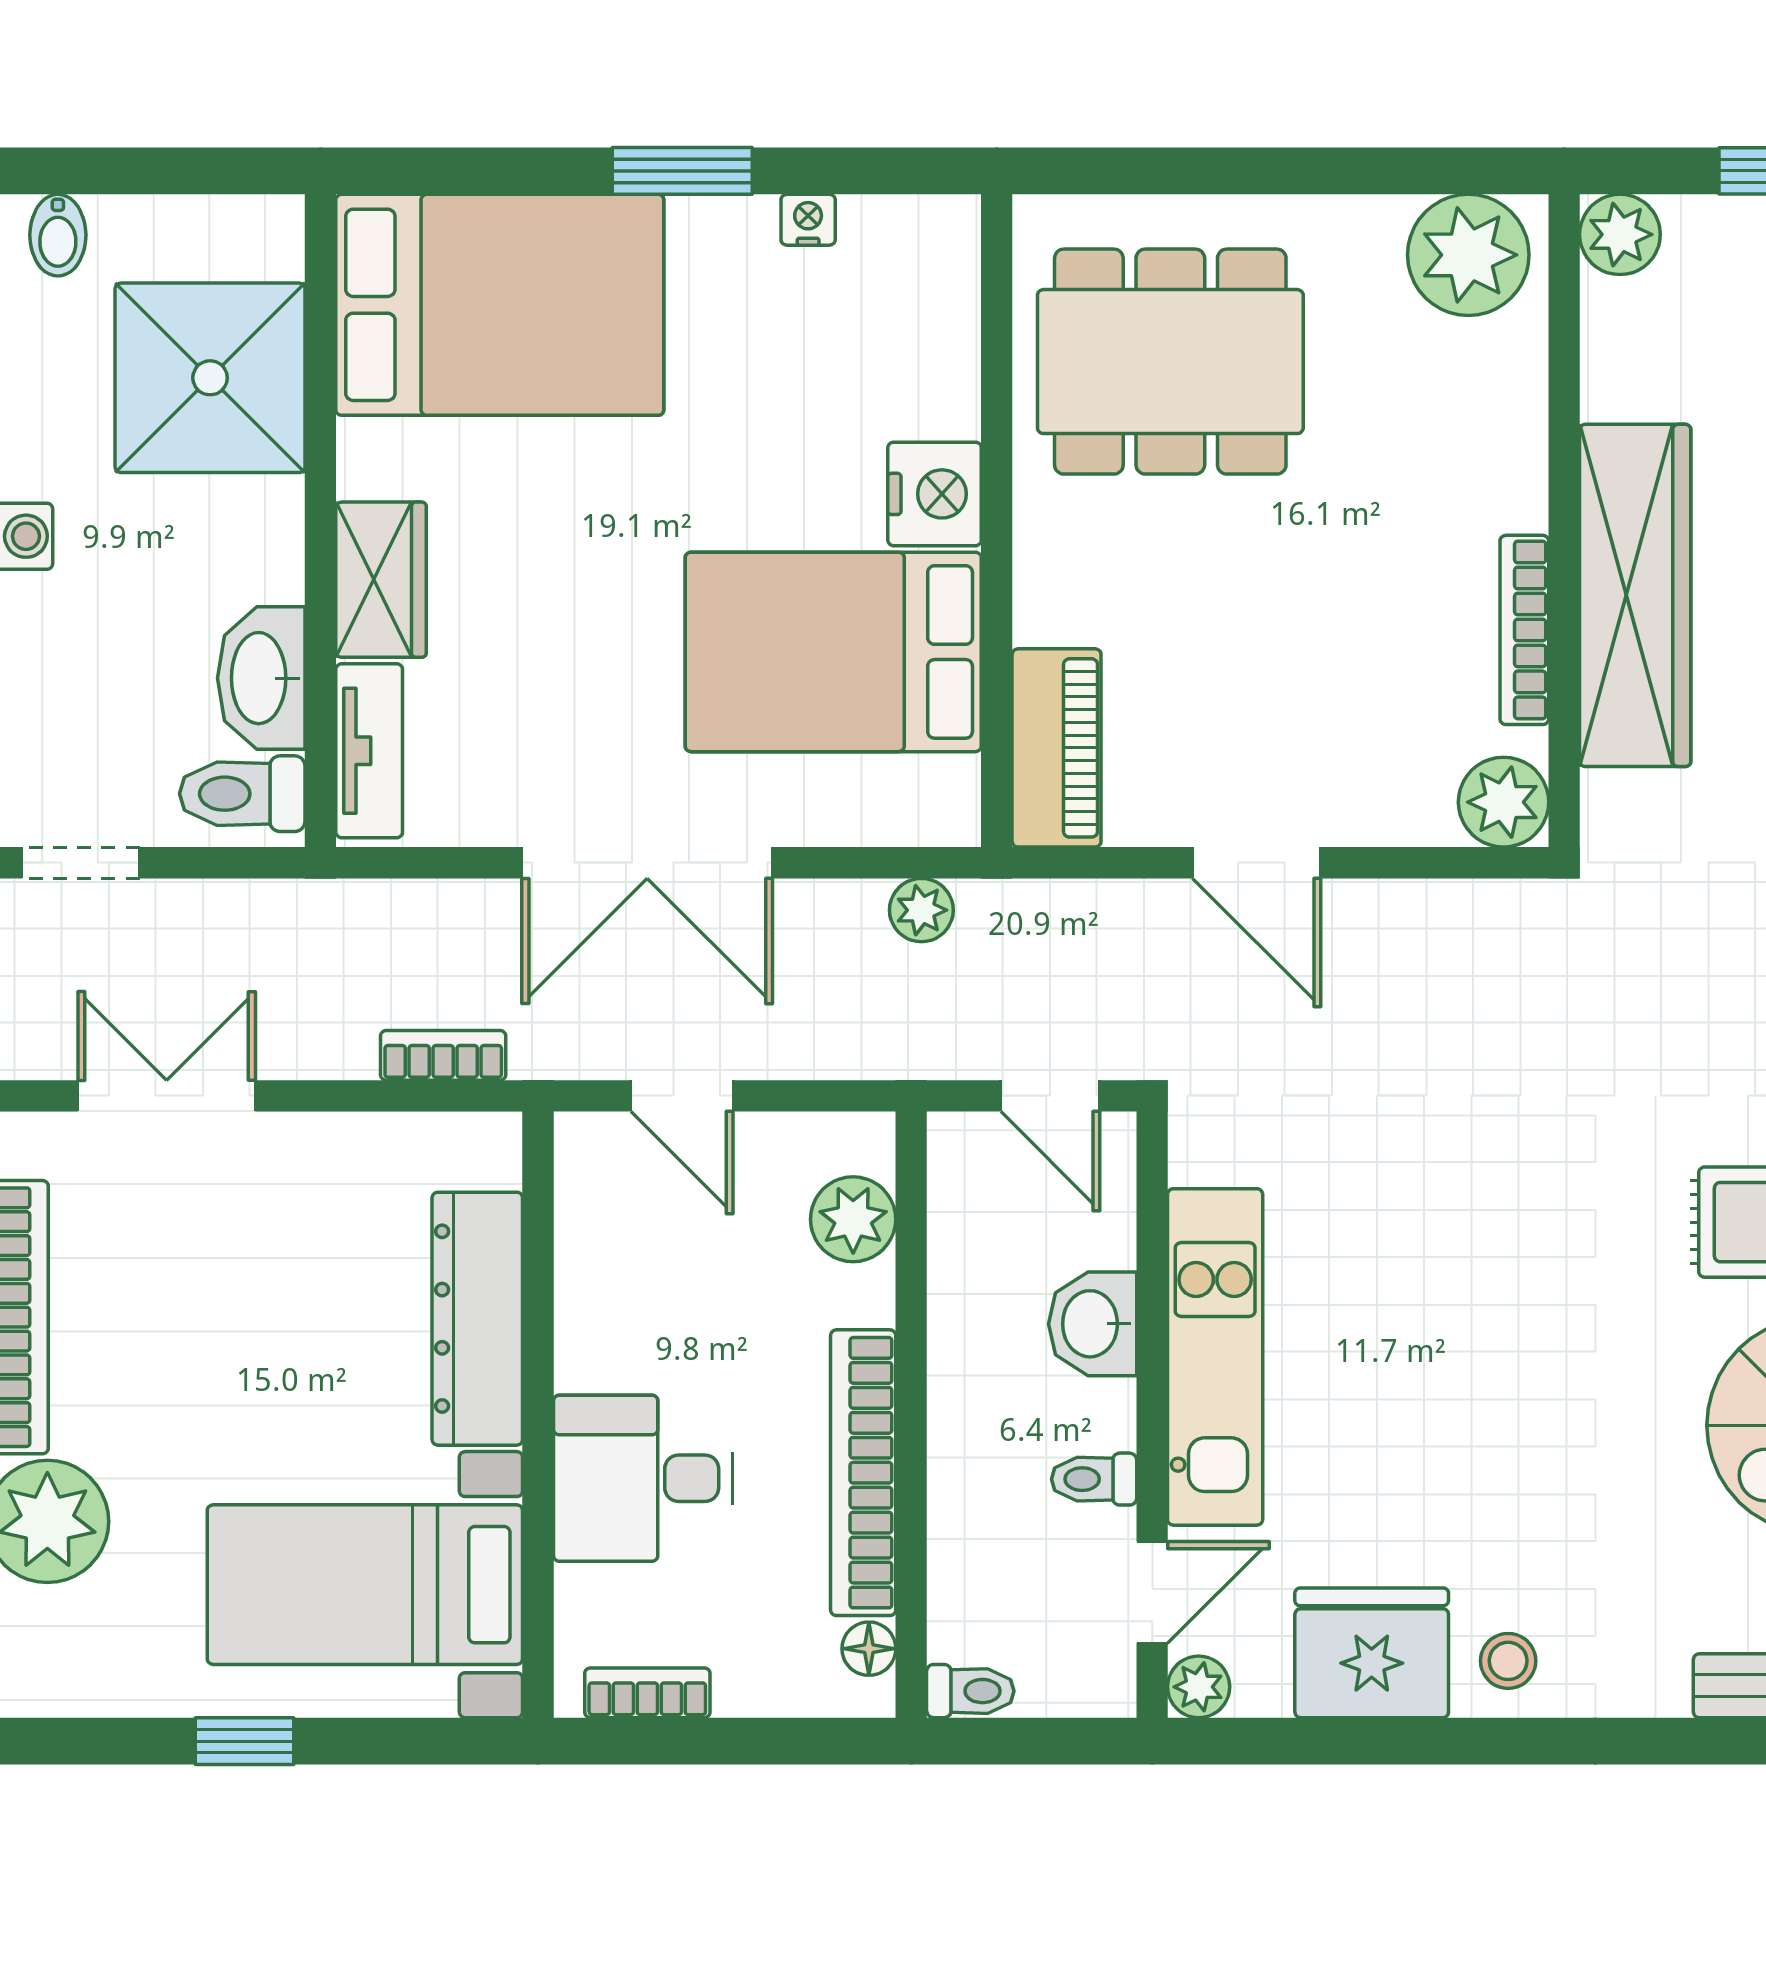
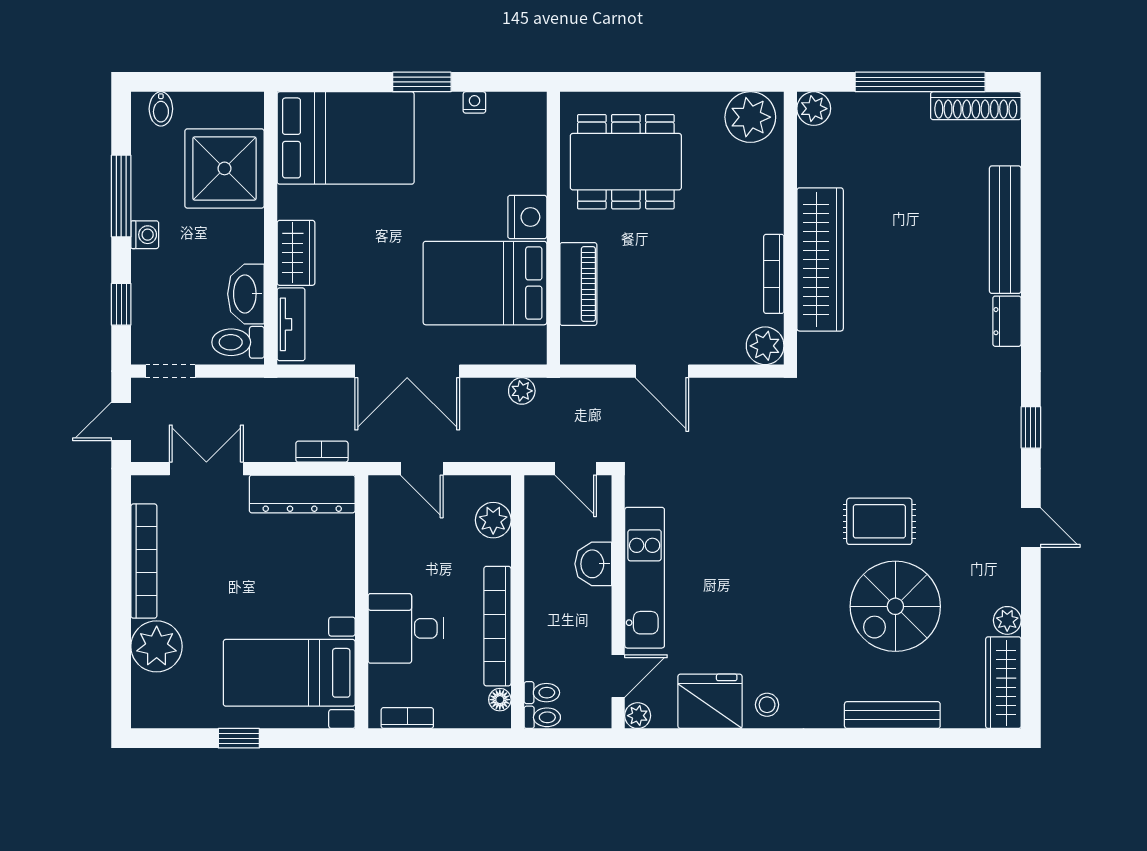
piano: (1057, 748) -> (578, 284), moved
dresser: (477, 1319) -> (302, 494), moved, turned -90
toilet: (1094, 1479) -> (542, 693), moved, turned 180

